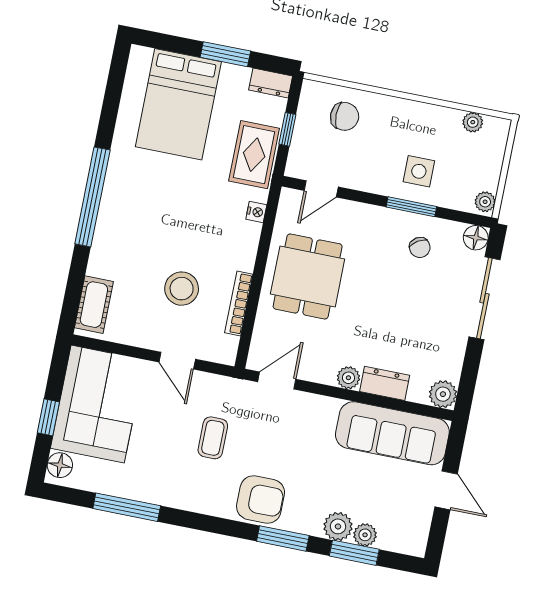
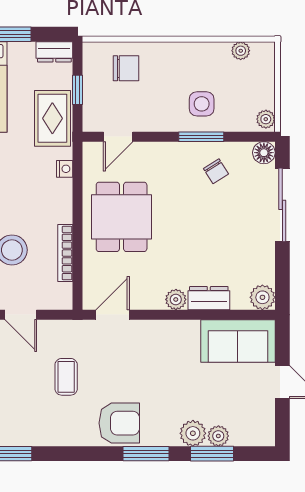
sofa: (392, 433) -> (238, 341), width x0.73

